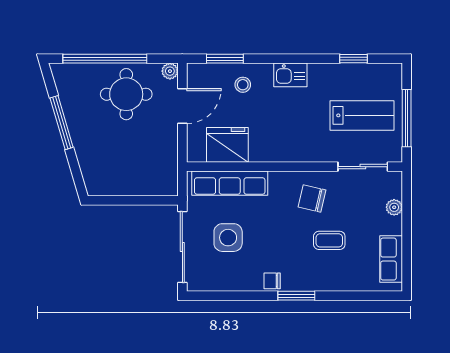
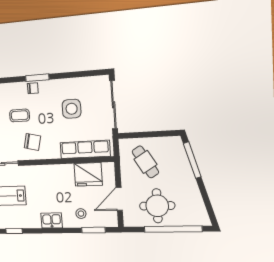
plant: (170, 71) -> (129, 222), removed
window: (62, 123) -> (192, 160), moved
cafe table: (140, 160) -> (145, 162), added
side table: (228, 238) -> (72, 109), moved
chair: (272, 281) -> (33, 88), moved

